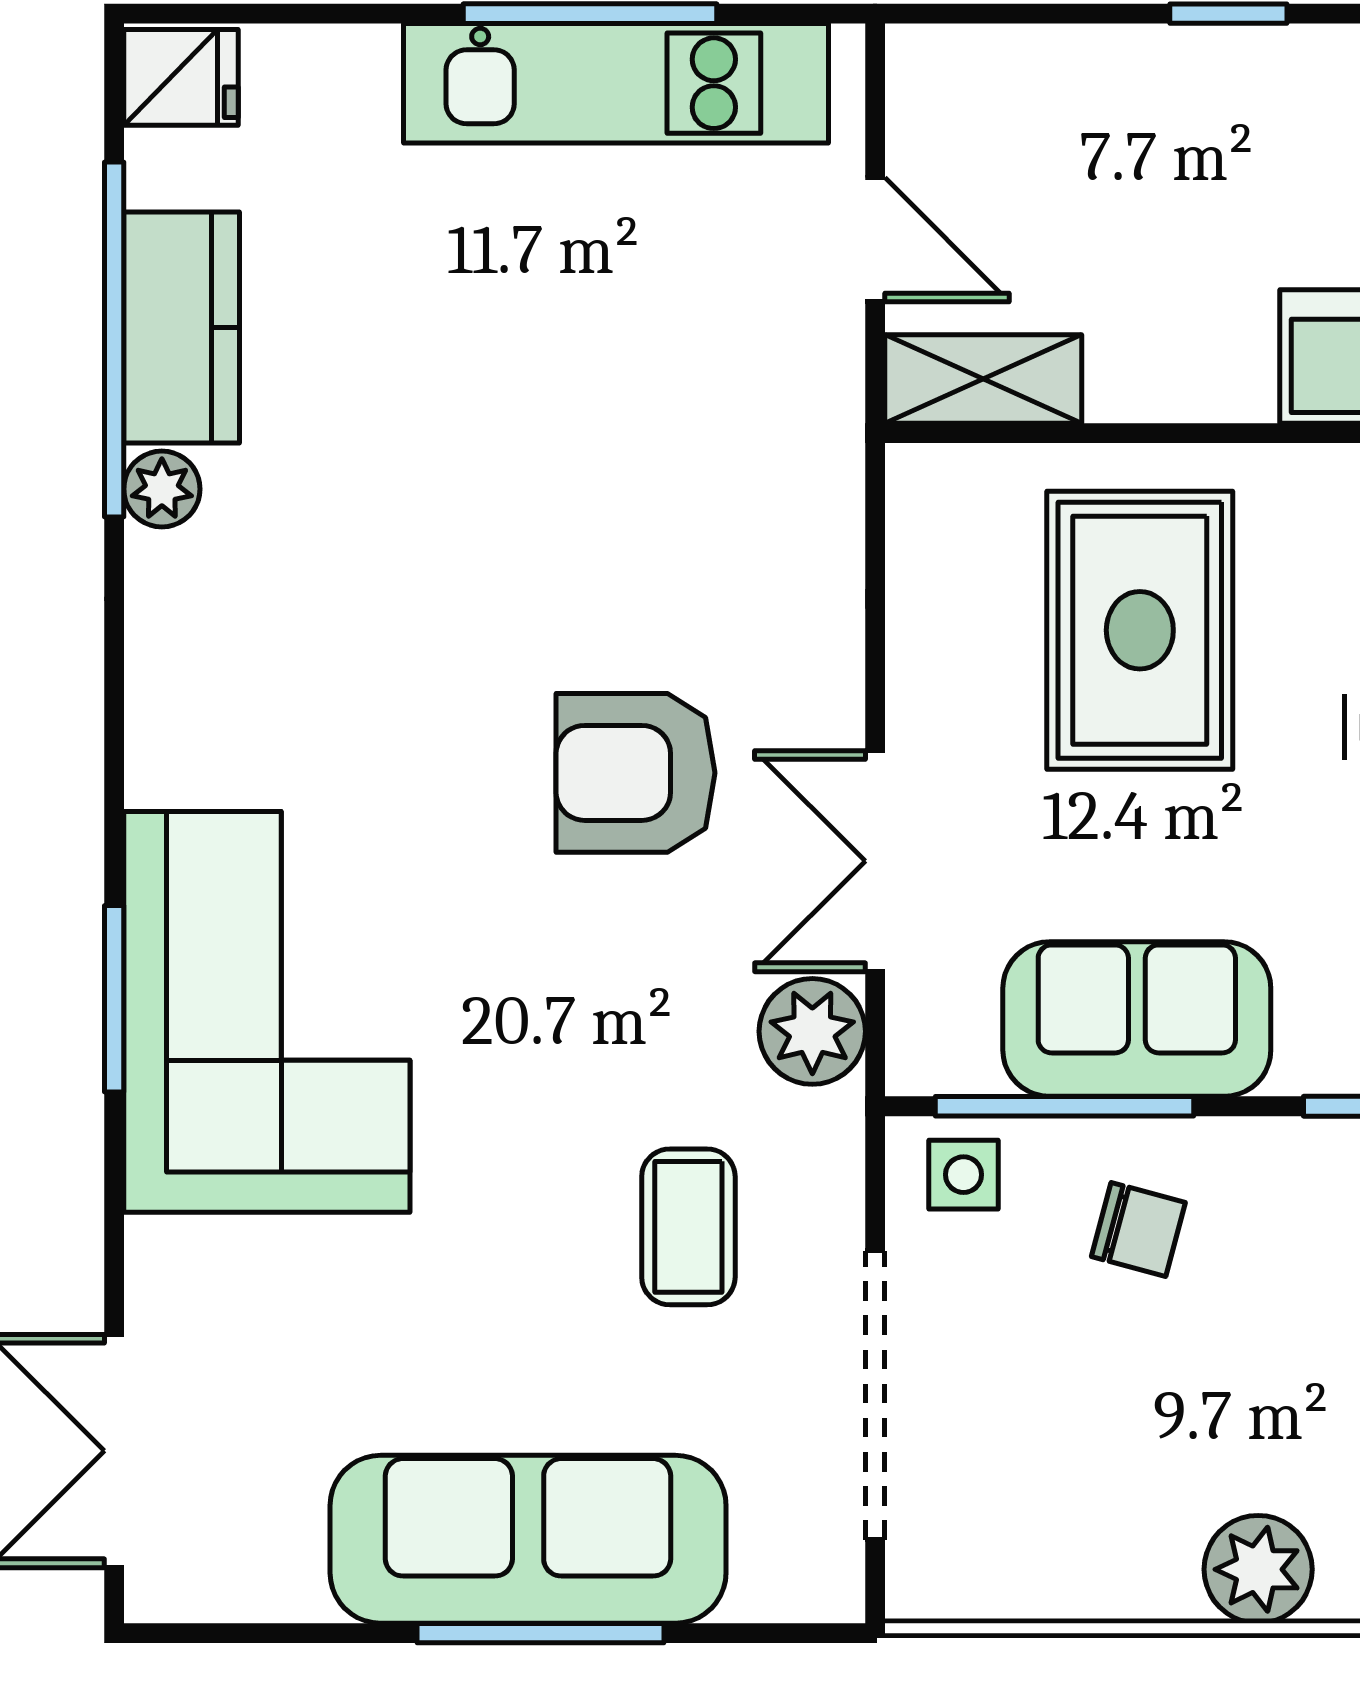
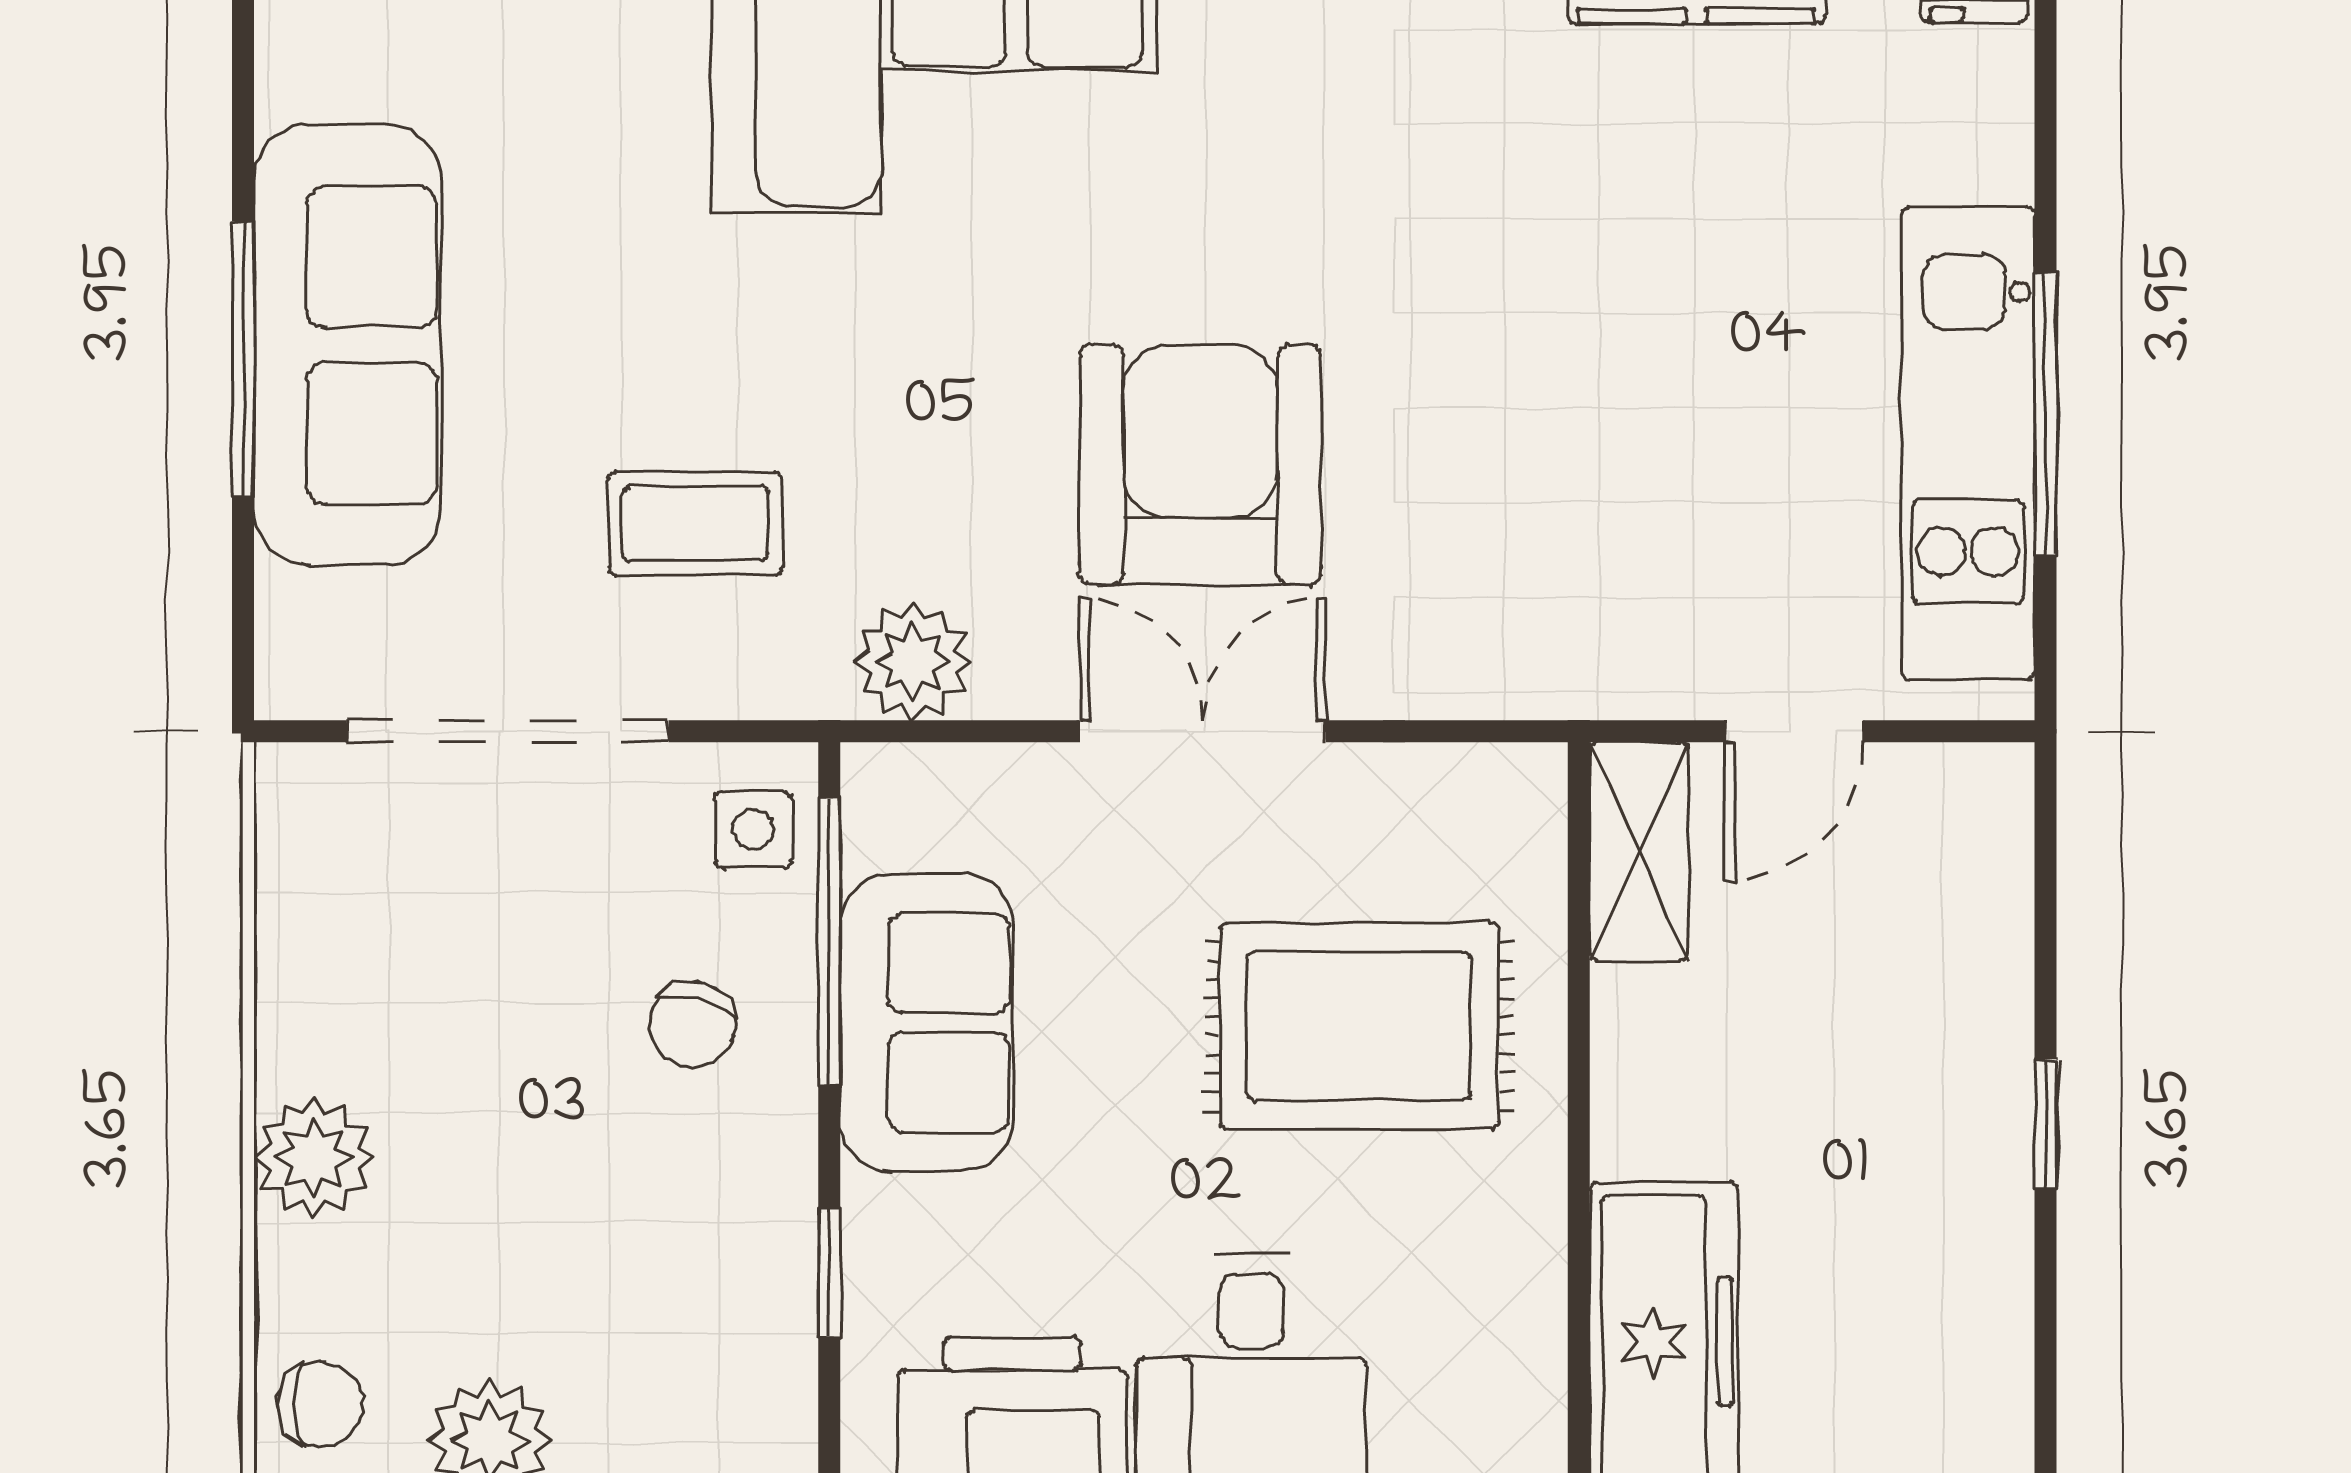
armchair: (636, 773) -> (1200, 465), width x1.36, depth x1.36
double door: (875, 861) -> (1203, 731), moved

